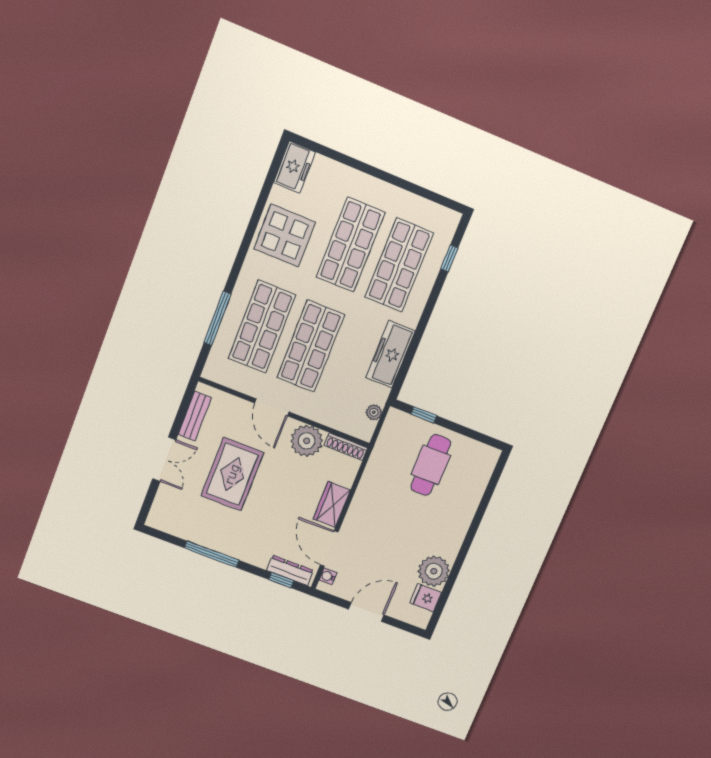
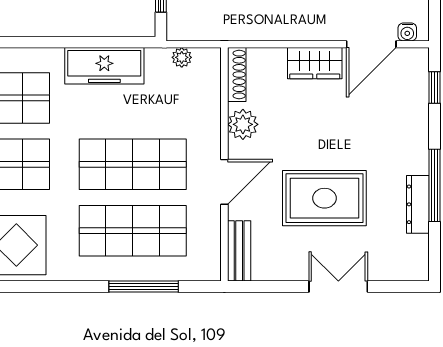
bench: (195, 416) -> (239, 251), moved, turned 90
plant: (307, 441) -> (243, 124), width x0.73, depth x0.73
dresser: (290, 570) -> (418, 204), moved

